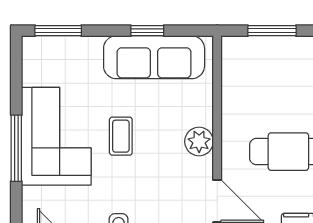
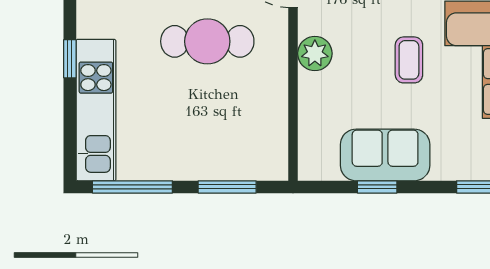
sofa: (154, 57) -> (385, 155), width x0.73

